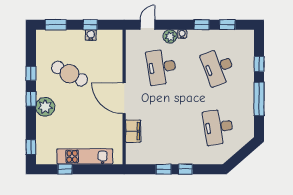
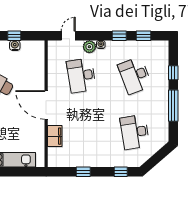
window: (186, 169) -> (121, 172), moved

